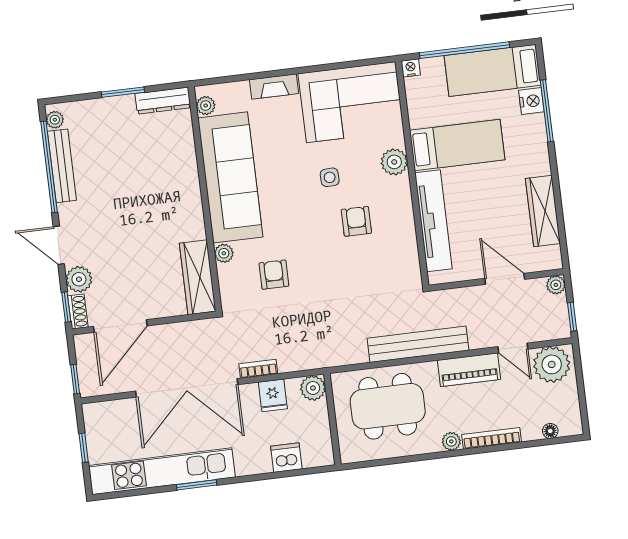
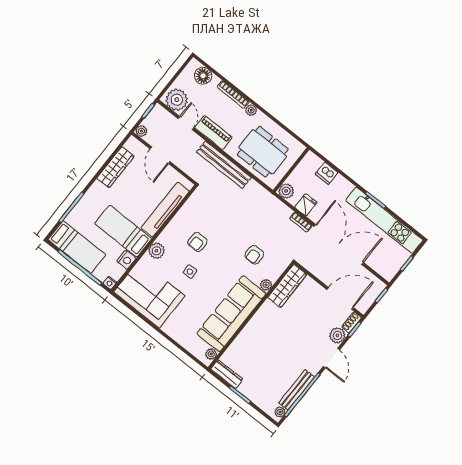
fireplace: (274, 87) -> (175, 333), removed
nightstand: (531, 101) -> (126, 260), moved, turned 180
floor lamp: (550, 431) -> (203, 76), width x1.89, depth x1.89

